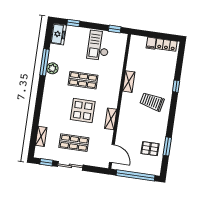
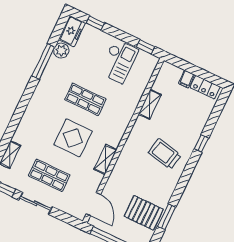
checkout: (99, 45) -> (119, 61), turned 180
plant: (52, 68) -> (61, 51), moved
shelving: (129, 82) -> (150, 104), moved
pallet: (150, 149) -> (144, 213), width x1.50, depth x1.42

